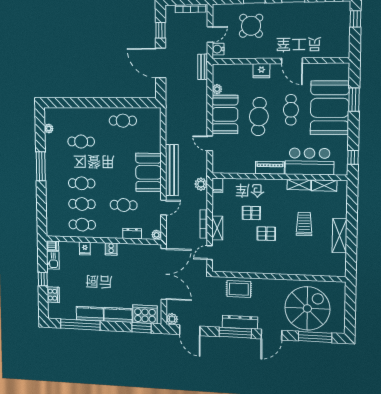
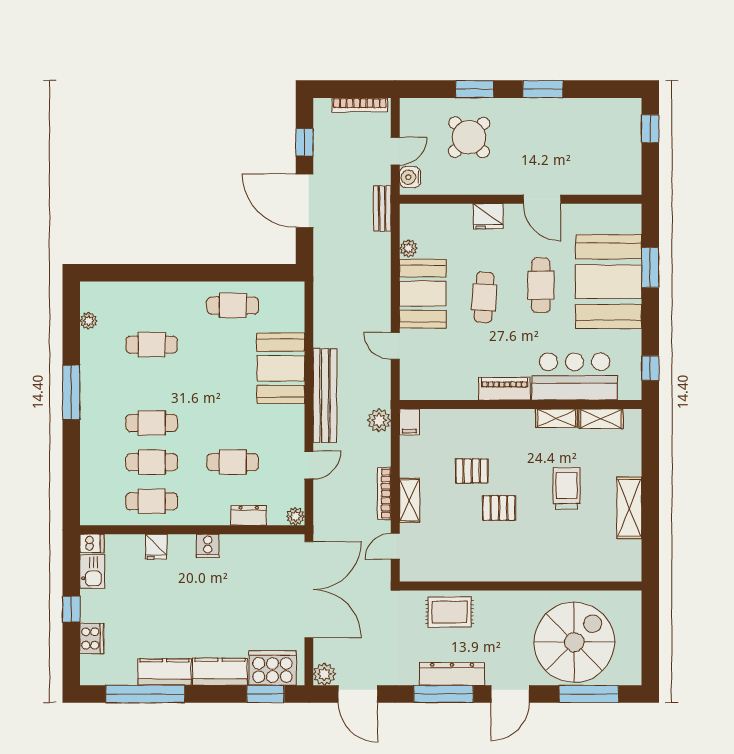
cafe table: (259, 117) -> (484, 297), width x0.73, depth x0.74
booth: (148, 172) -> (281, 368), moved

